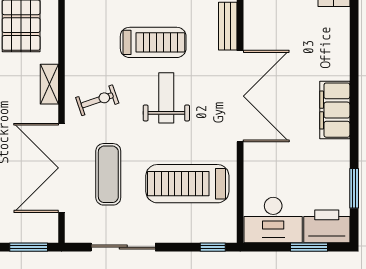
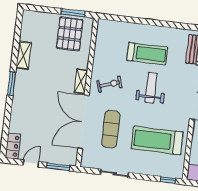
shelving: (49, 84) -> (81, 81), moved
sliding door: (123, 247) -> (115, 174), width x0.73

